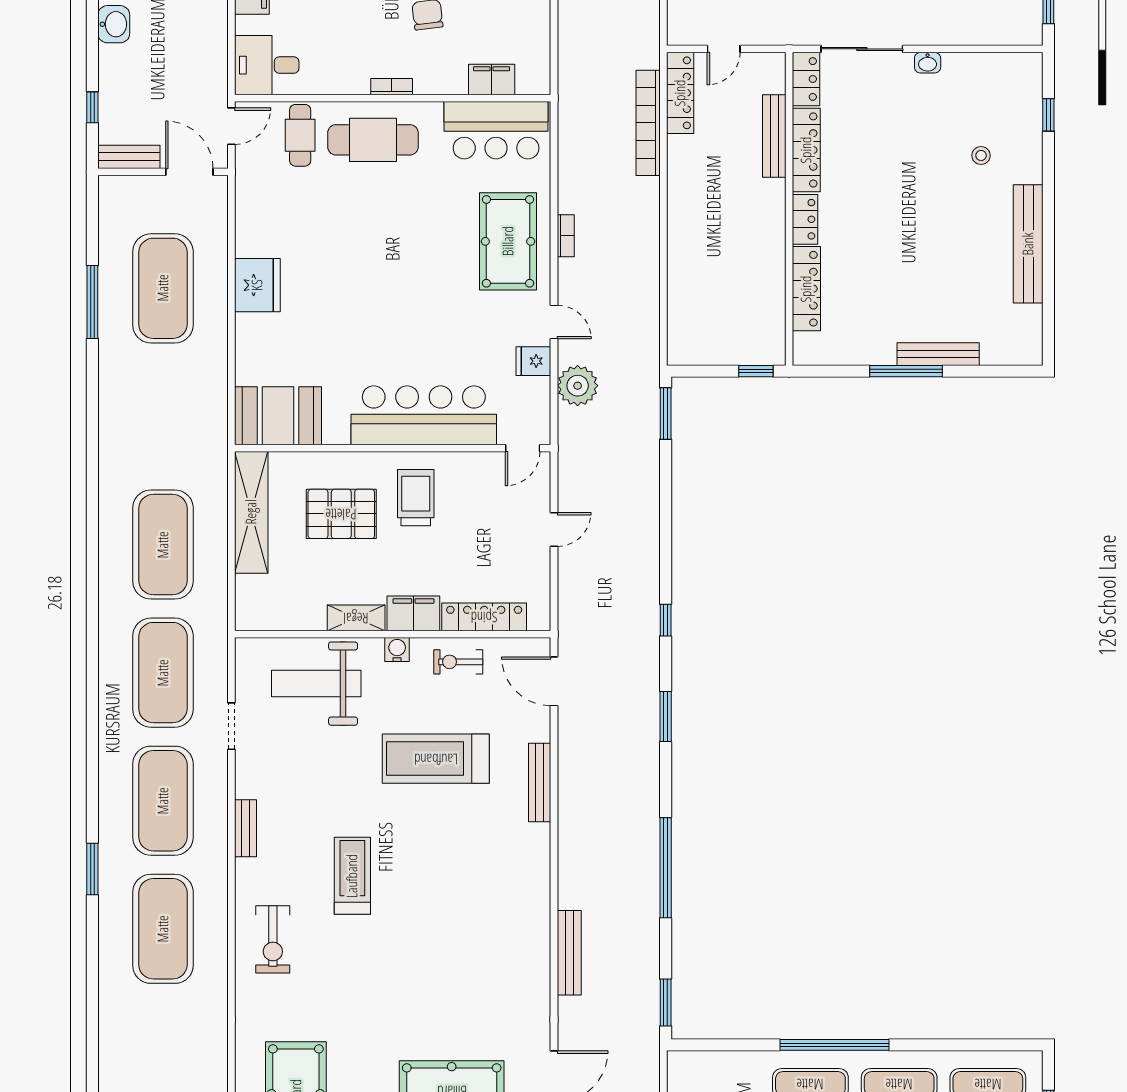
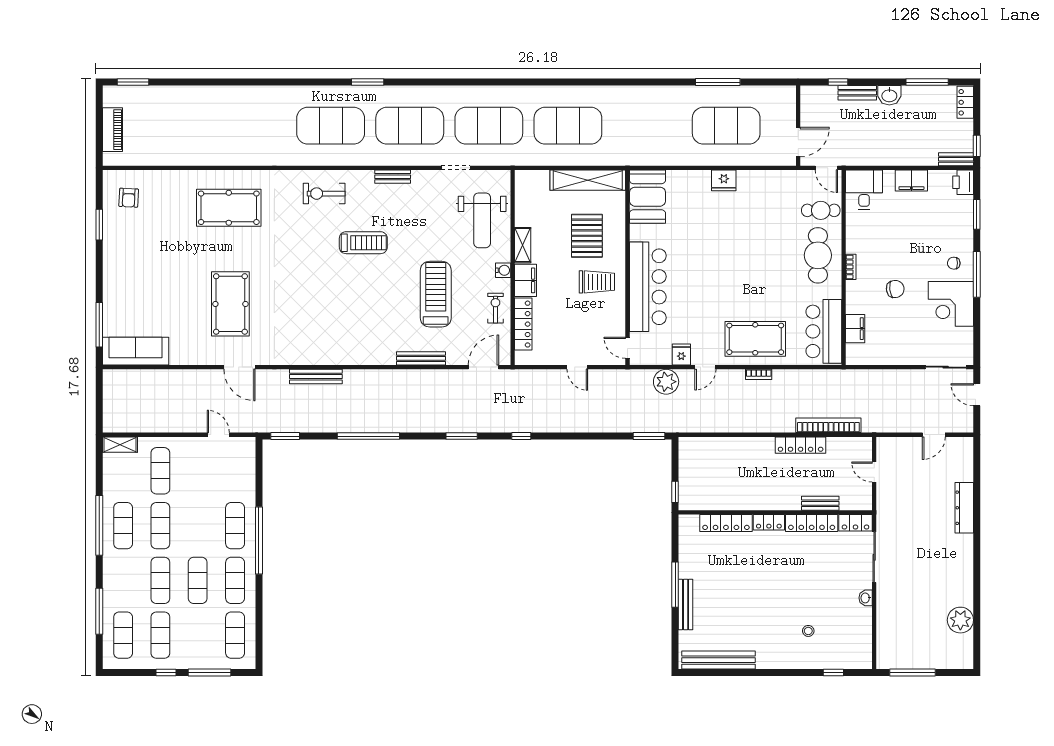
locker: (680, 93) -> (801, 445), moved
bench: (774, 136) -> (820, 503), width x0.73
bench: (129, 157) -> (857, 93), moved, turned 90
bench: (1028, 244) -> (718, 660), moved
fridge: (257, 285) -> (724, 180), width x0.73, depth x0.75
weight bench: (316, 684) -> (482, 220), turned 180

